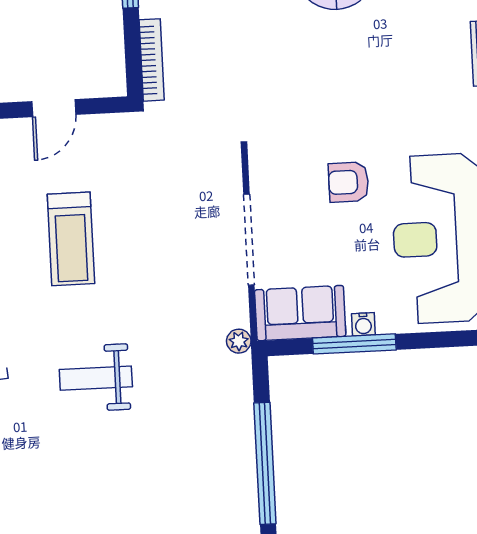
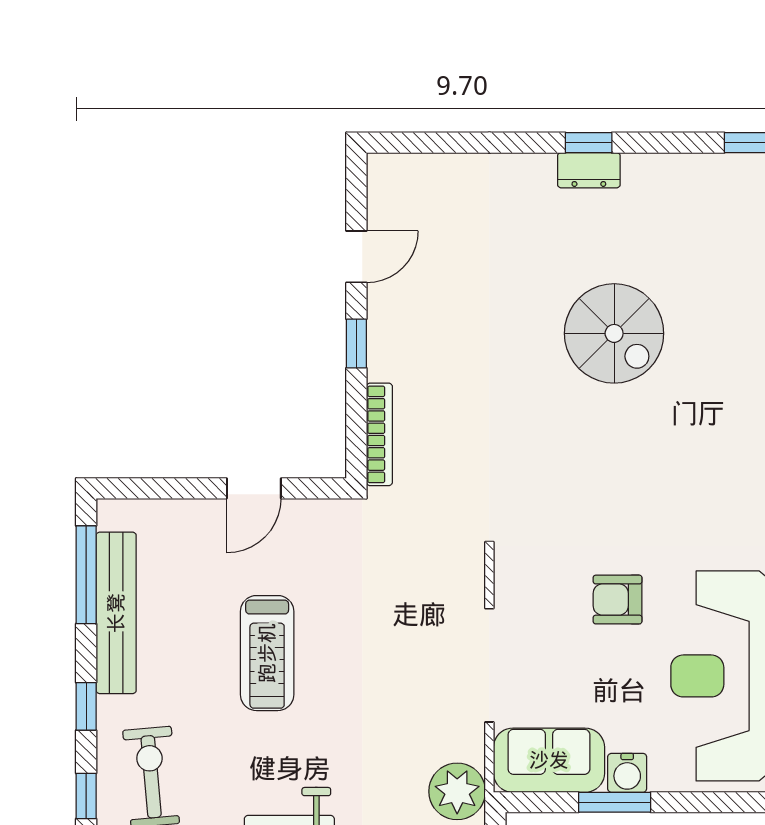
water cooler: (363, 324) -> (627, 773), width x1.38, depth x1.38
plant: (239, 341) -> (457, 791), width x1.87, depth x1.87
window: (354, 344) -> (615, 802), width x0.69

